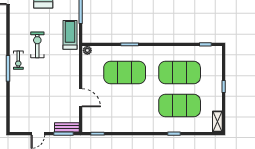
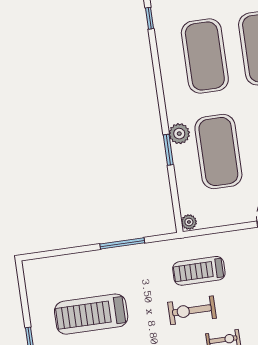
treadmill: (70, 35) -> (199, 271), moved
plant: (138, 52) -> (179, 134), added

